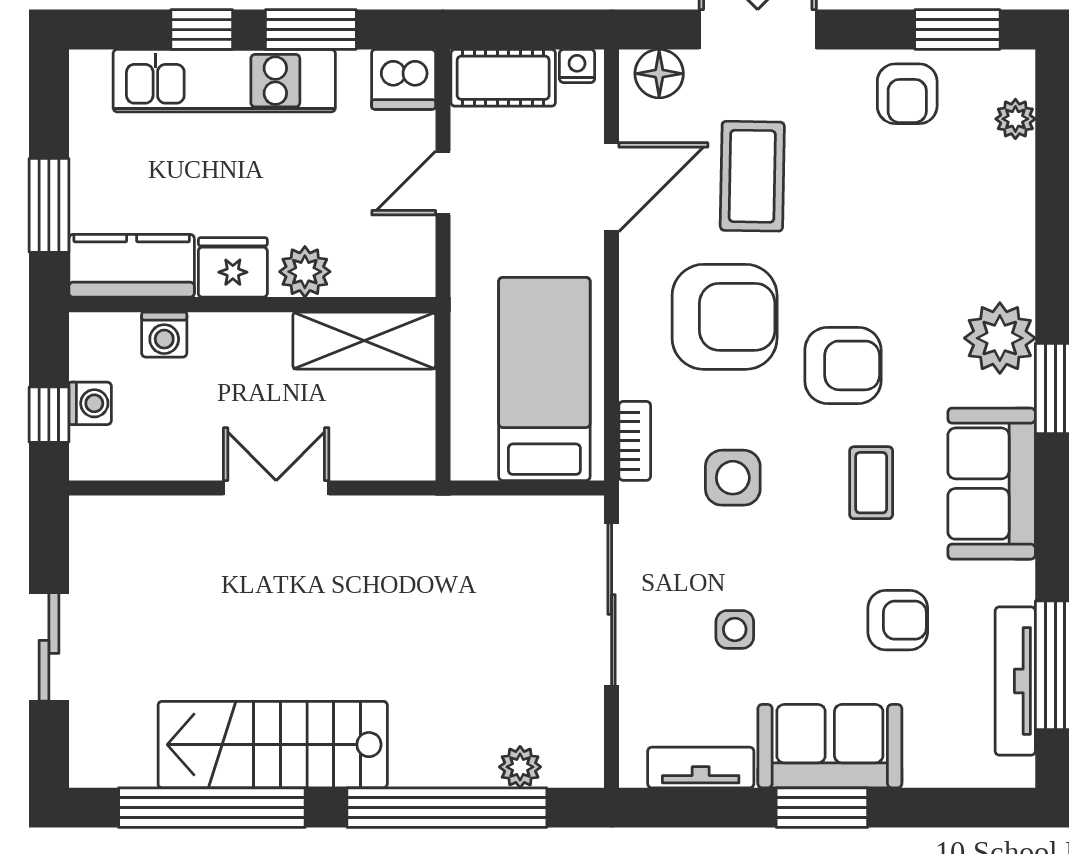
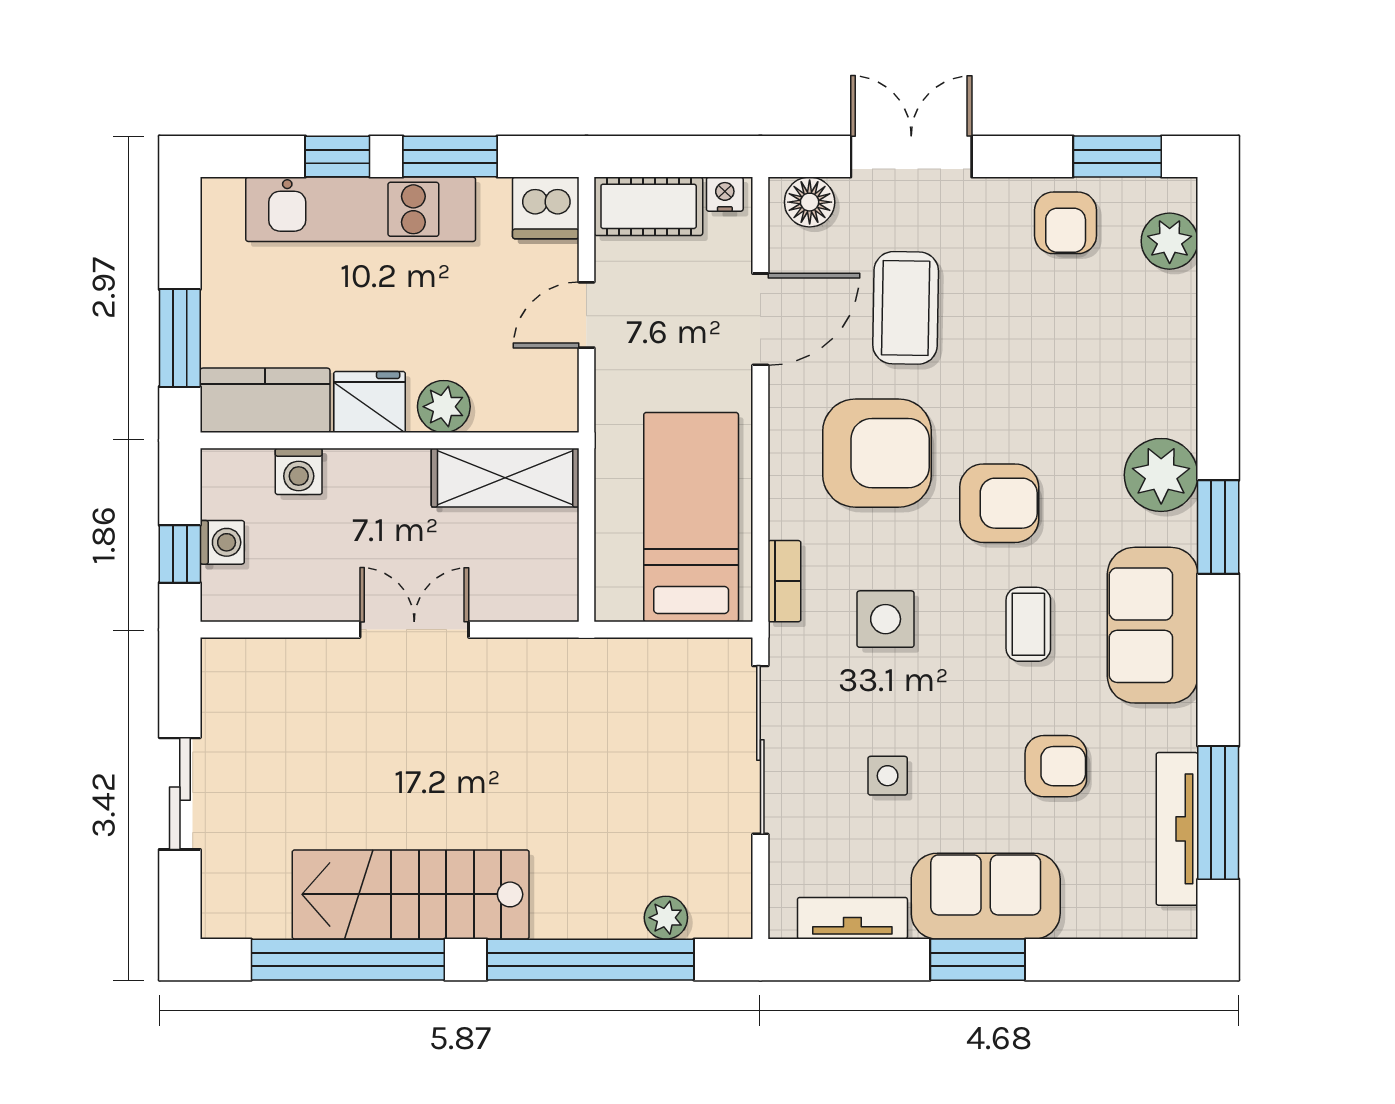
plant: (1015, 119) -> (1170, 241), width x1.38, depth x1.38

